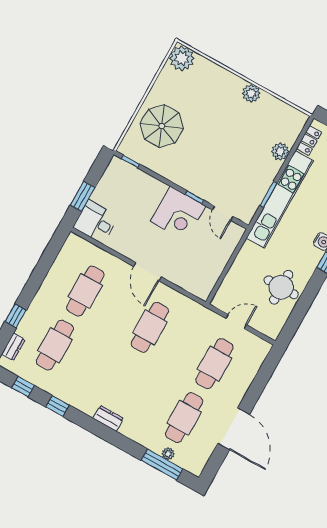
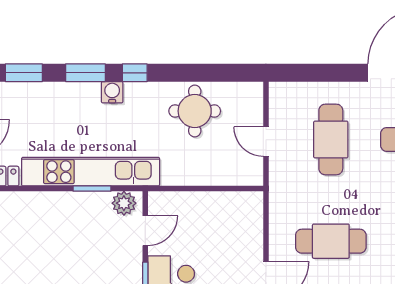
plant: (280, 152) -> (124, 203), moved
cafe table: (214, 364) -> (331, 139), turned 90

